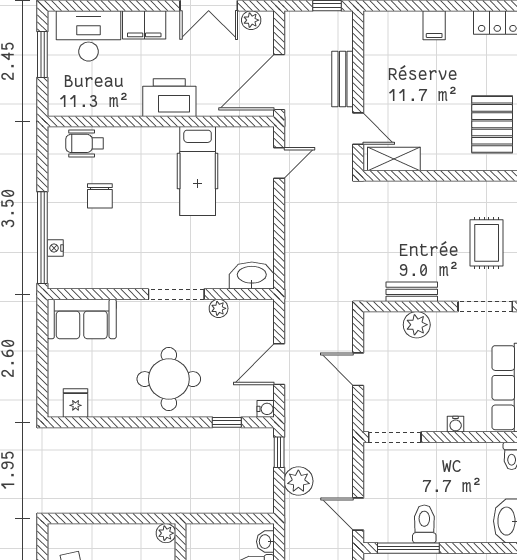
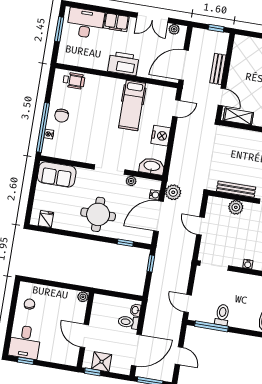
wheelchair: (85, 143) -> (74, 81), turned 180
chair: (100, 196) -> (62, 116), moved
nightstand: (259, 217) -> (161, 136), added
bench: (412, 292) -> (236, 189), width x1.36
door: (279, 364) -> (159, 216), width x1.36
water cooler: (266, 409) -> (155, 195), moved
plant: (298, 481) -> (173, 192), moved

